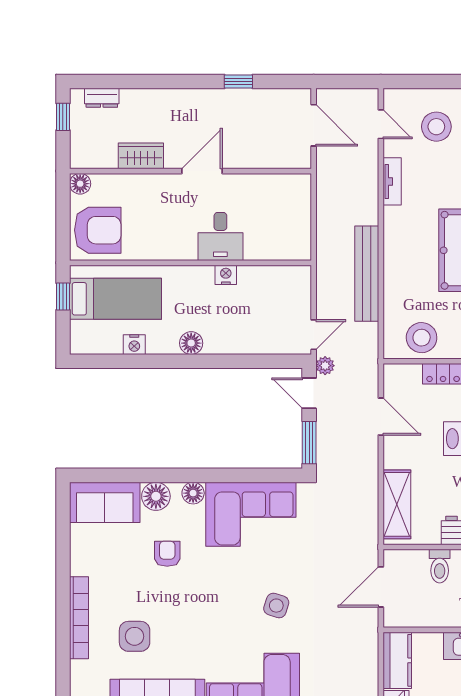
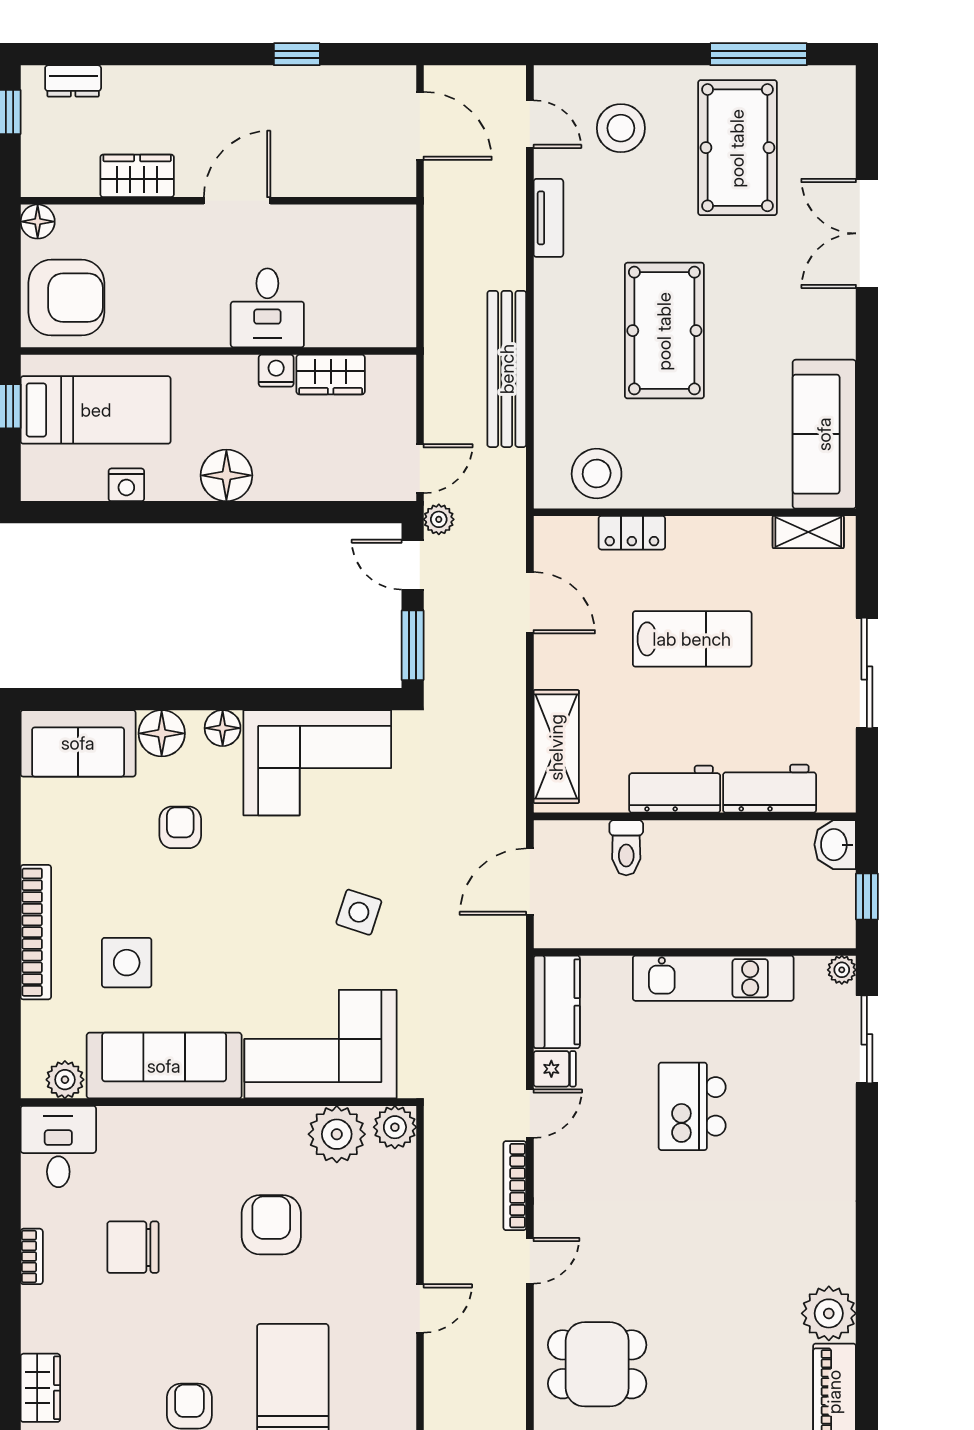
wardrobe: (259, 277) -> (331, 374), added
floor lamp: (191, 343) -> (226, 475), width x1.38, depth x1.38

